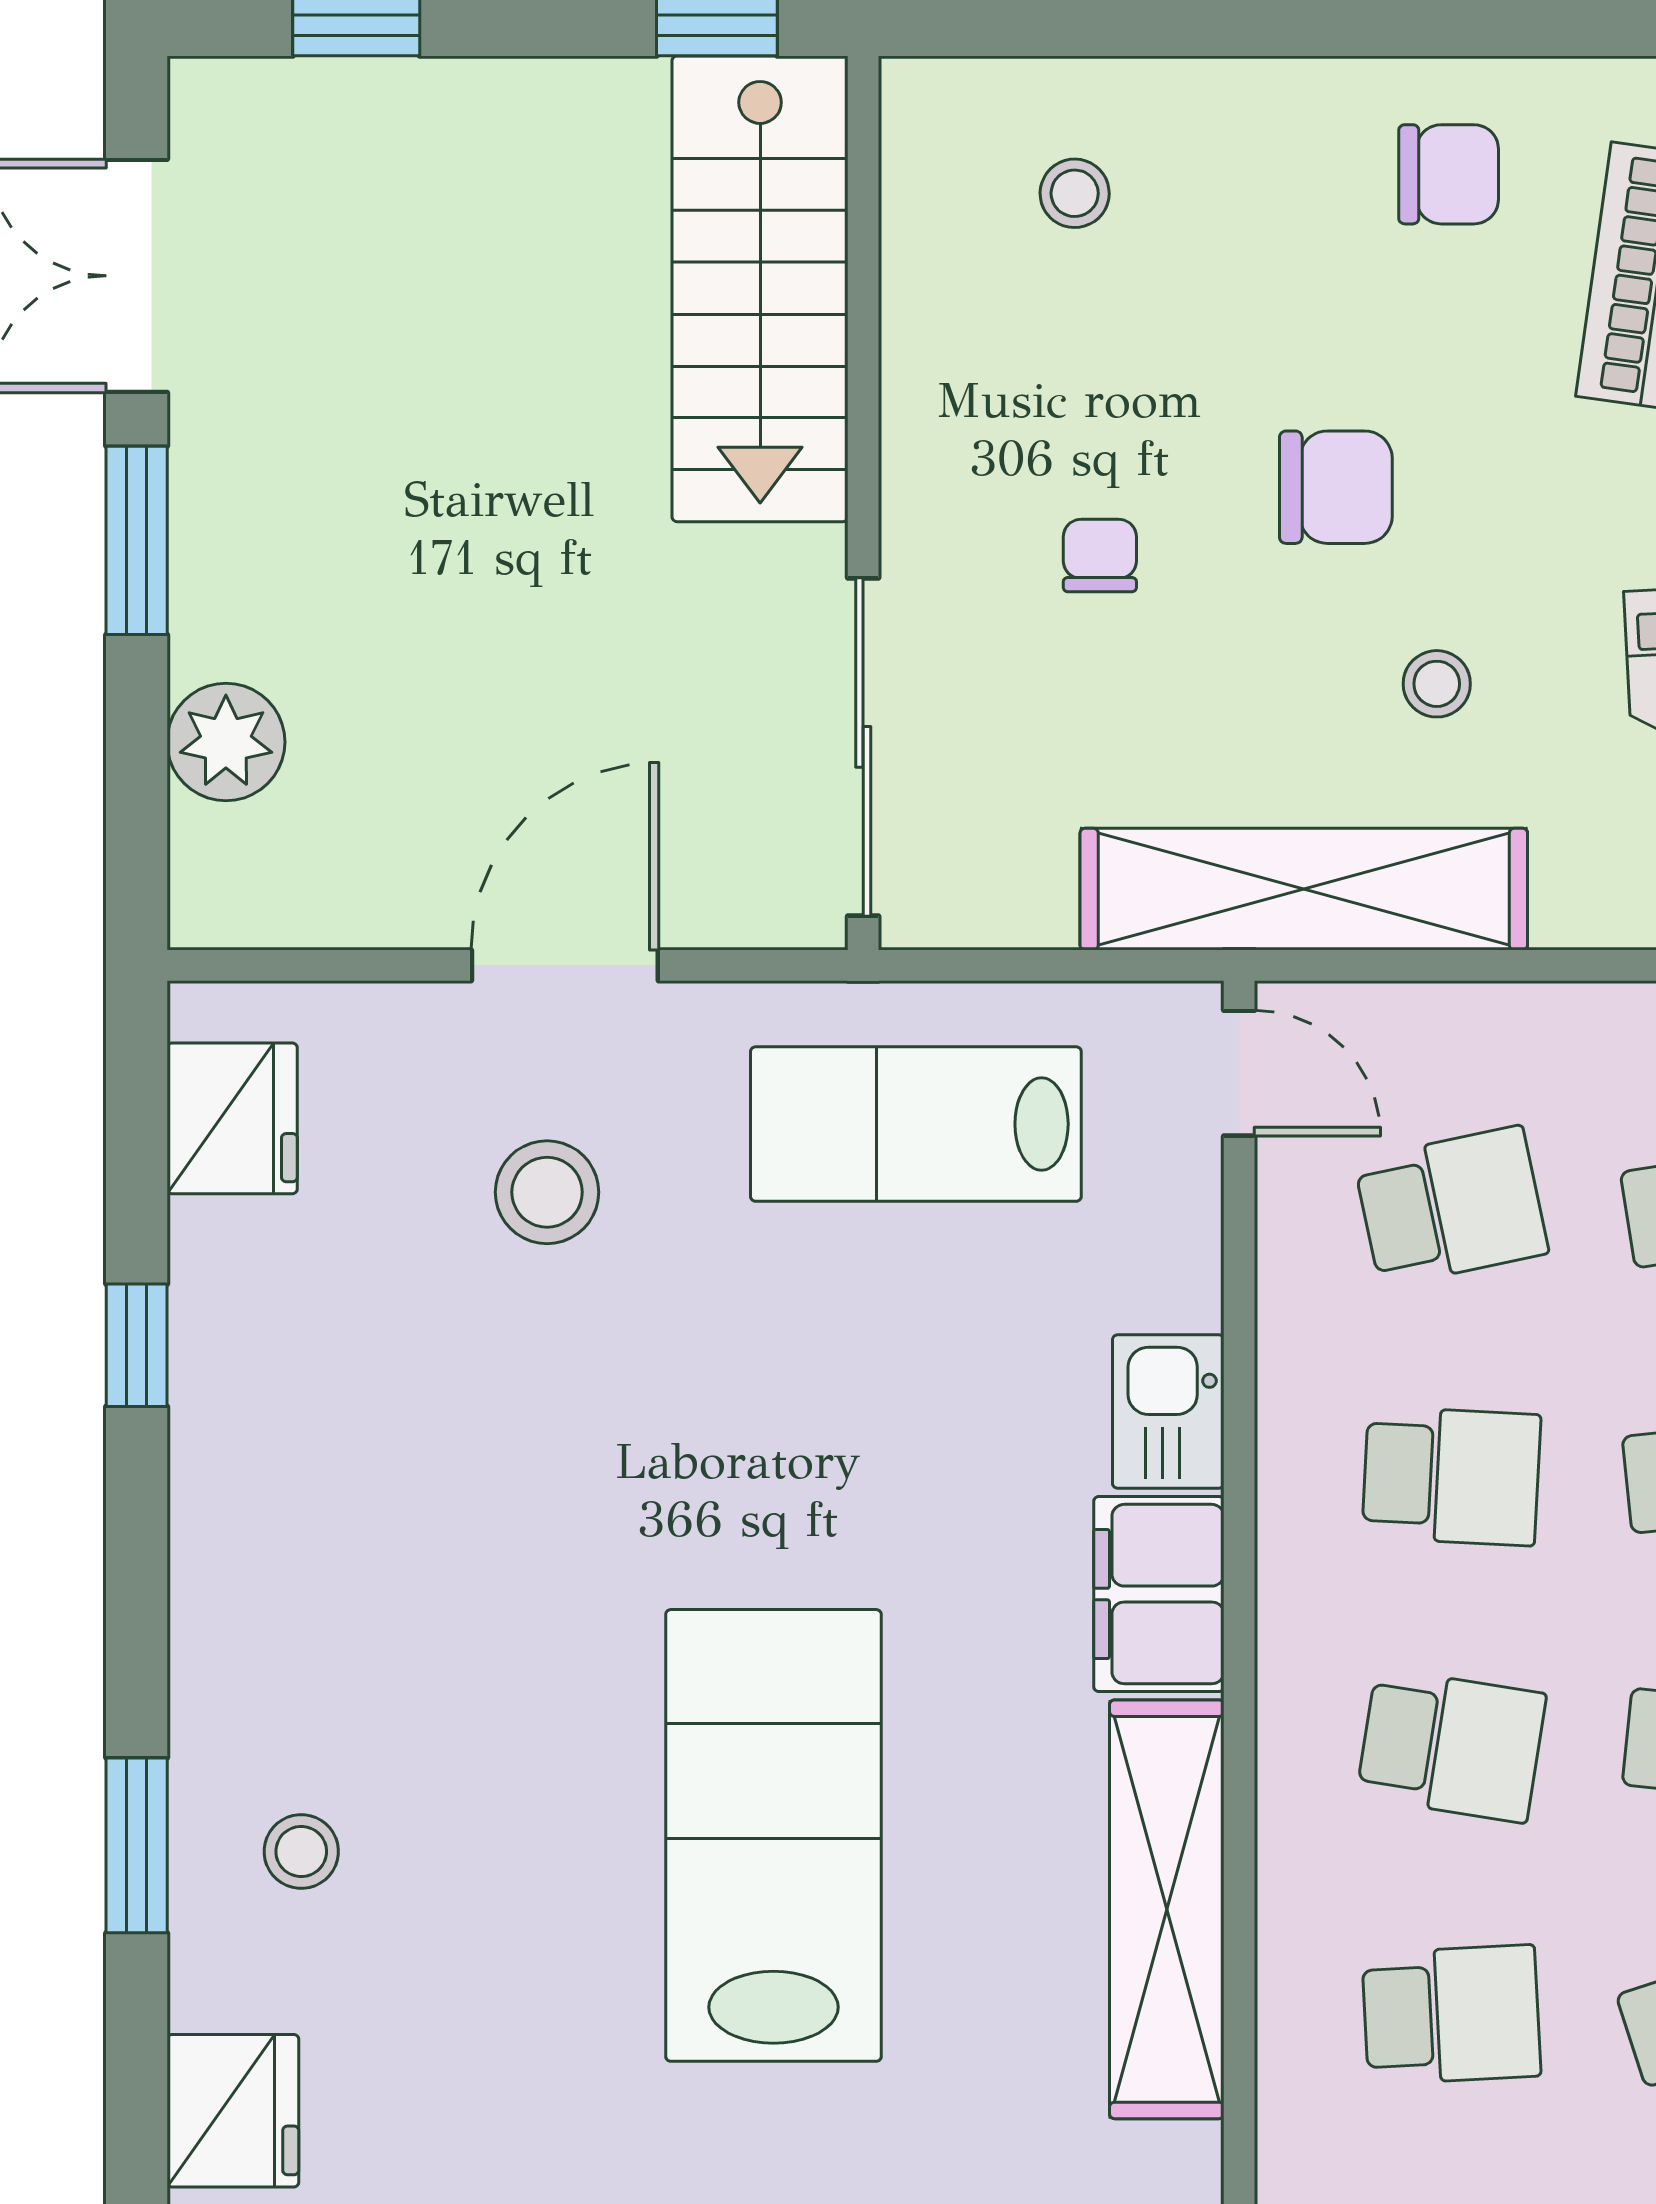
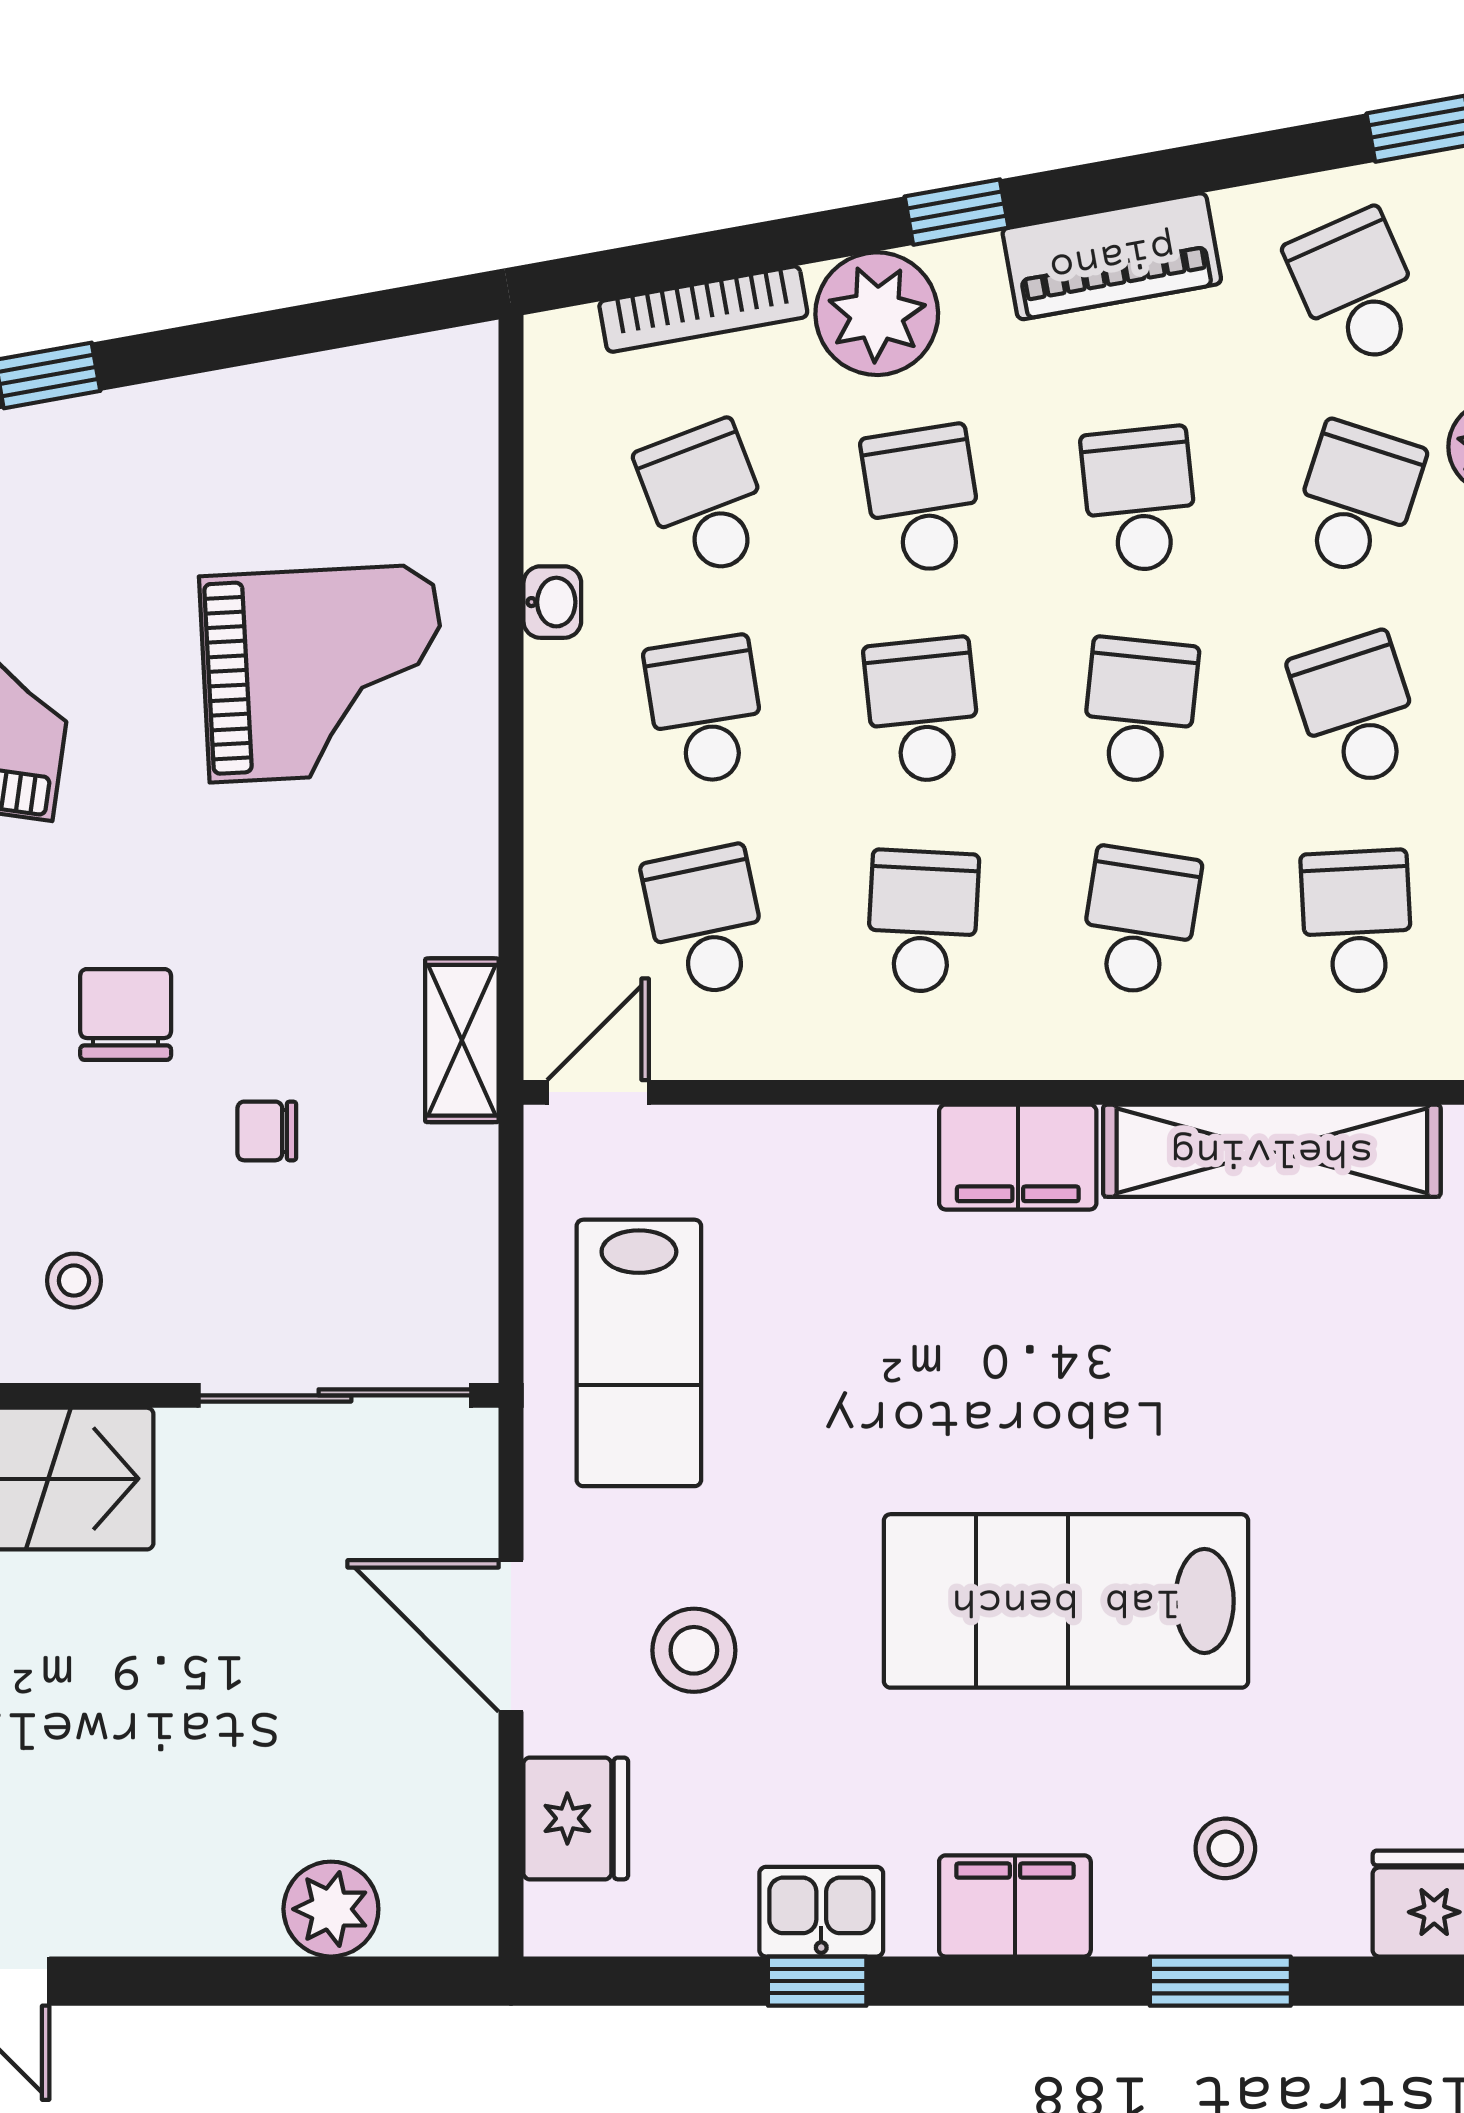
window: (137, 540) -> (169, 1981), removed
chair: (1100, 555) -> (267, 1131), moved
stool: (1437, 684) -> (74, 1281), moved
shelving: (1304, 889) -> (462, 1040), width x0.45, depth x0.75
fridge: (232, 1118) -> (576, 1818), moved, turned 90
kitchen sink: (1168, 1412) -> (821, 1912), moved, turned 180
filing cabinet: (230, 1591) -> (1015, 1906), added
lab bench: (773, 1835) -> (1066, 1601), moved

